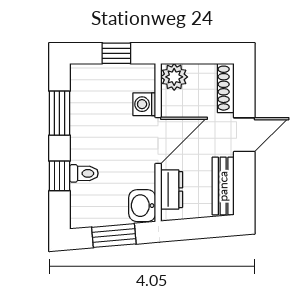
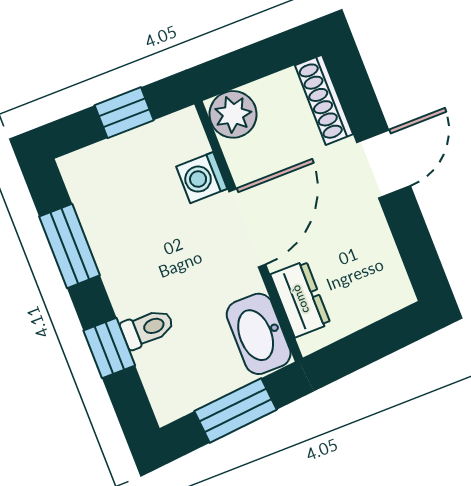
bench: (223, 186) -> (382, 261), removed
washbasin: (142, 206) -> (259, 334), width x1.38

